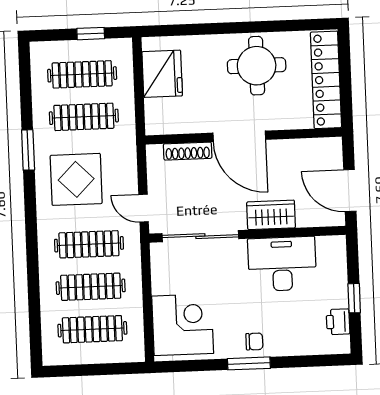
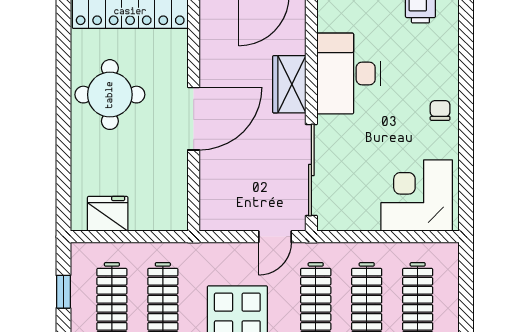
fridge: (162, 74) -> (108, 214), width x0.73, depth x0.75
shoe rack: (188, 151) -> (209, 181), removed
window: (249, 363) -> (466, 118), removed

